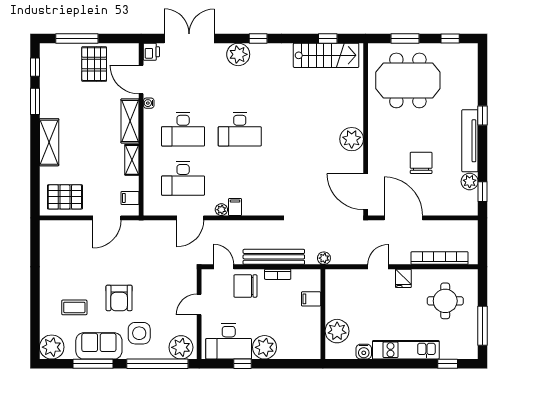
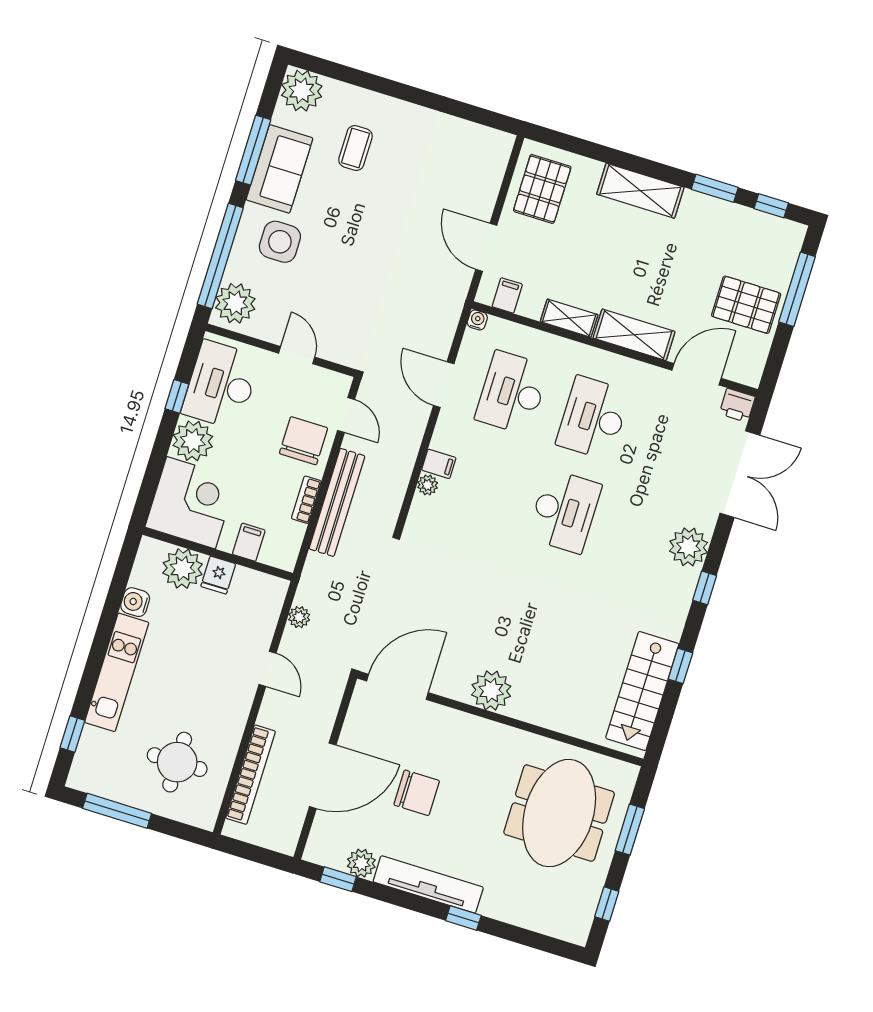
window: (328, 38) -> (680, 666), moved
water cooler: (149, 103) -> (477, 320), moved
desk: (240, 129) -> (564, 511), turned 180
plant: (221, 210) -> (428, 485), moved
door: (403, 218) -> (323, 776), moved
plant: (324, 258) -> (299, 617), moved
door: (224, 267) -> (346, 415), hinge flipped
fridge: (403, 278) -> (218, 575), moved, turned -90
armchair: (119, 298) -> (348, 227), removed
corner desk: (299, 338) -> (191, 503), added

